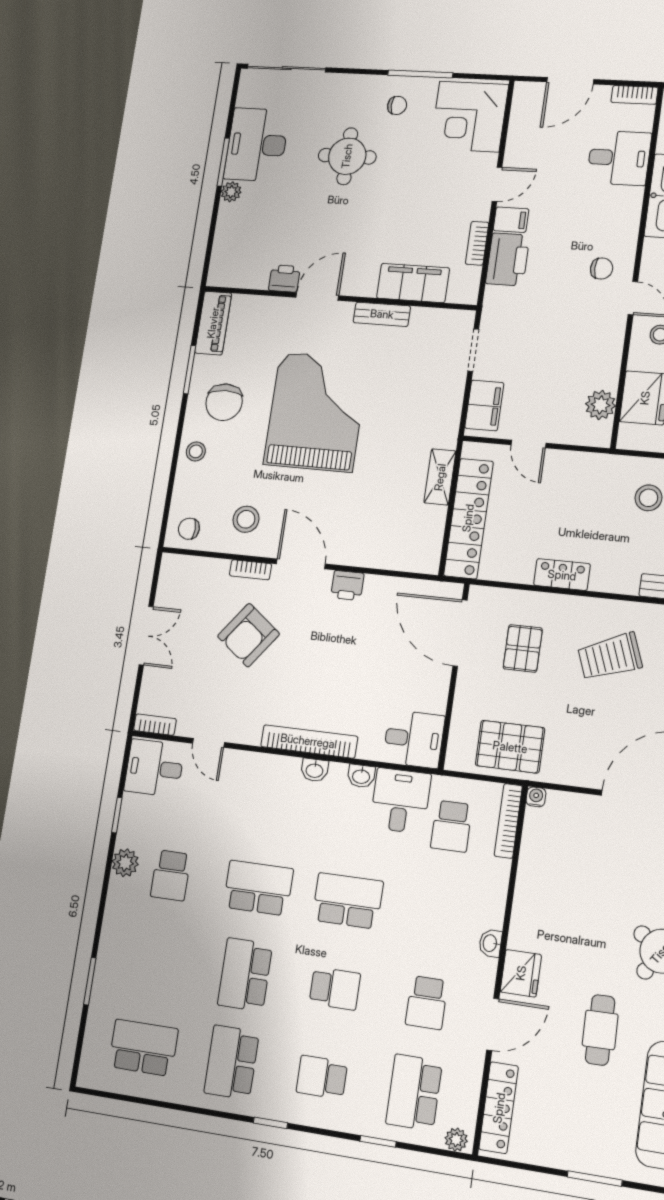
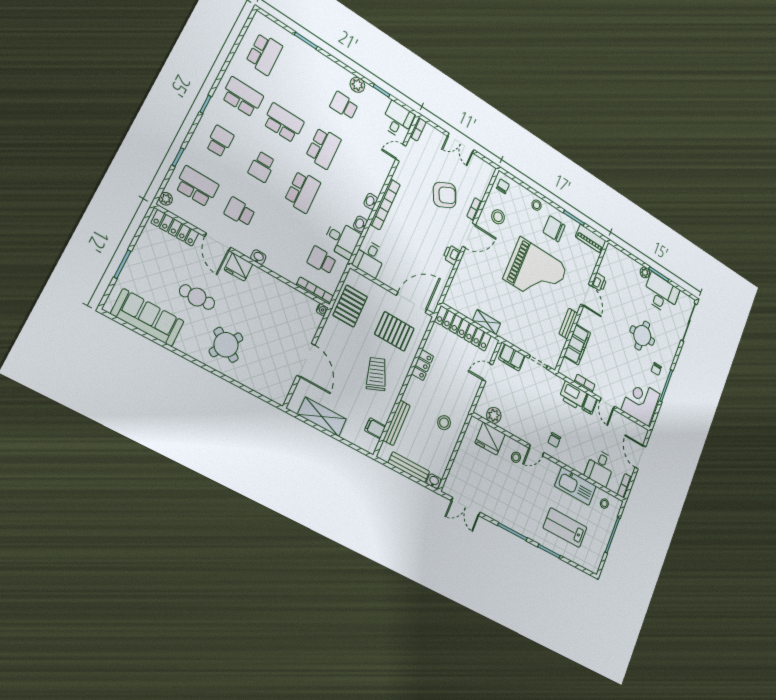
armchair: (248, 635) -> (445, 195), turned 117
pallet: (523, 648) -> (394, 331), width x1.50, depth x1.42

